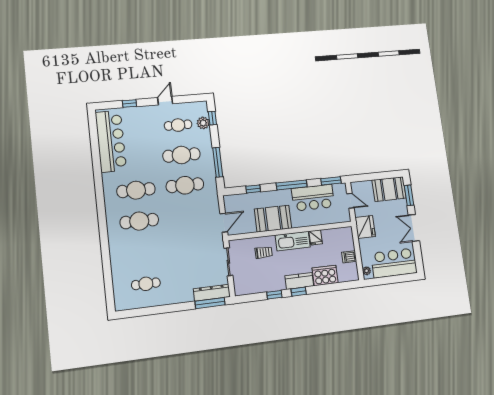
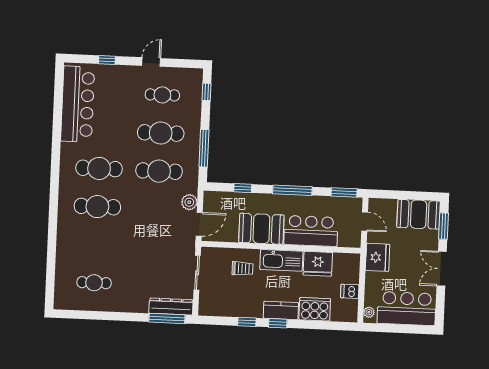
plant: (203, 123) -> (189, 202), moved
bar counter: (313, 198) -> (311, 231), moved, turned 180
fridge: (316, 237) -> (318, 264), width x1.88, depth x1.34

